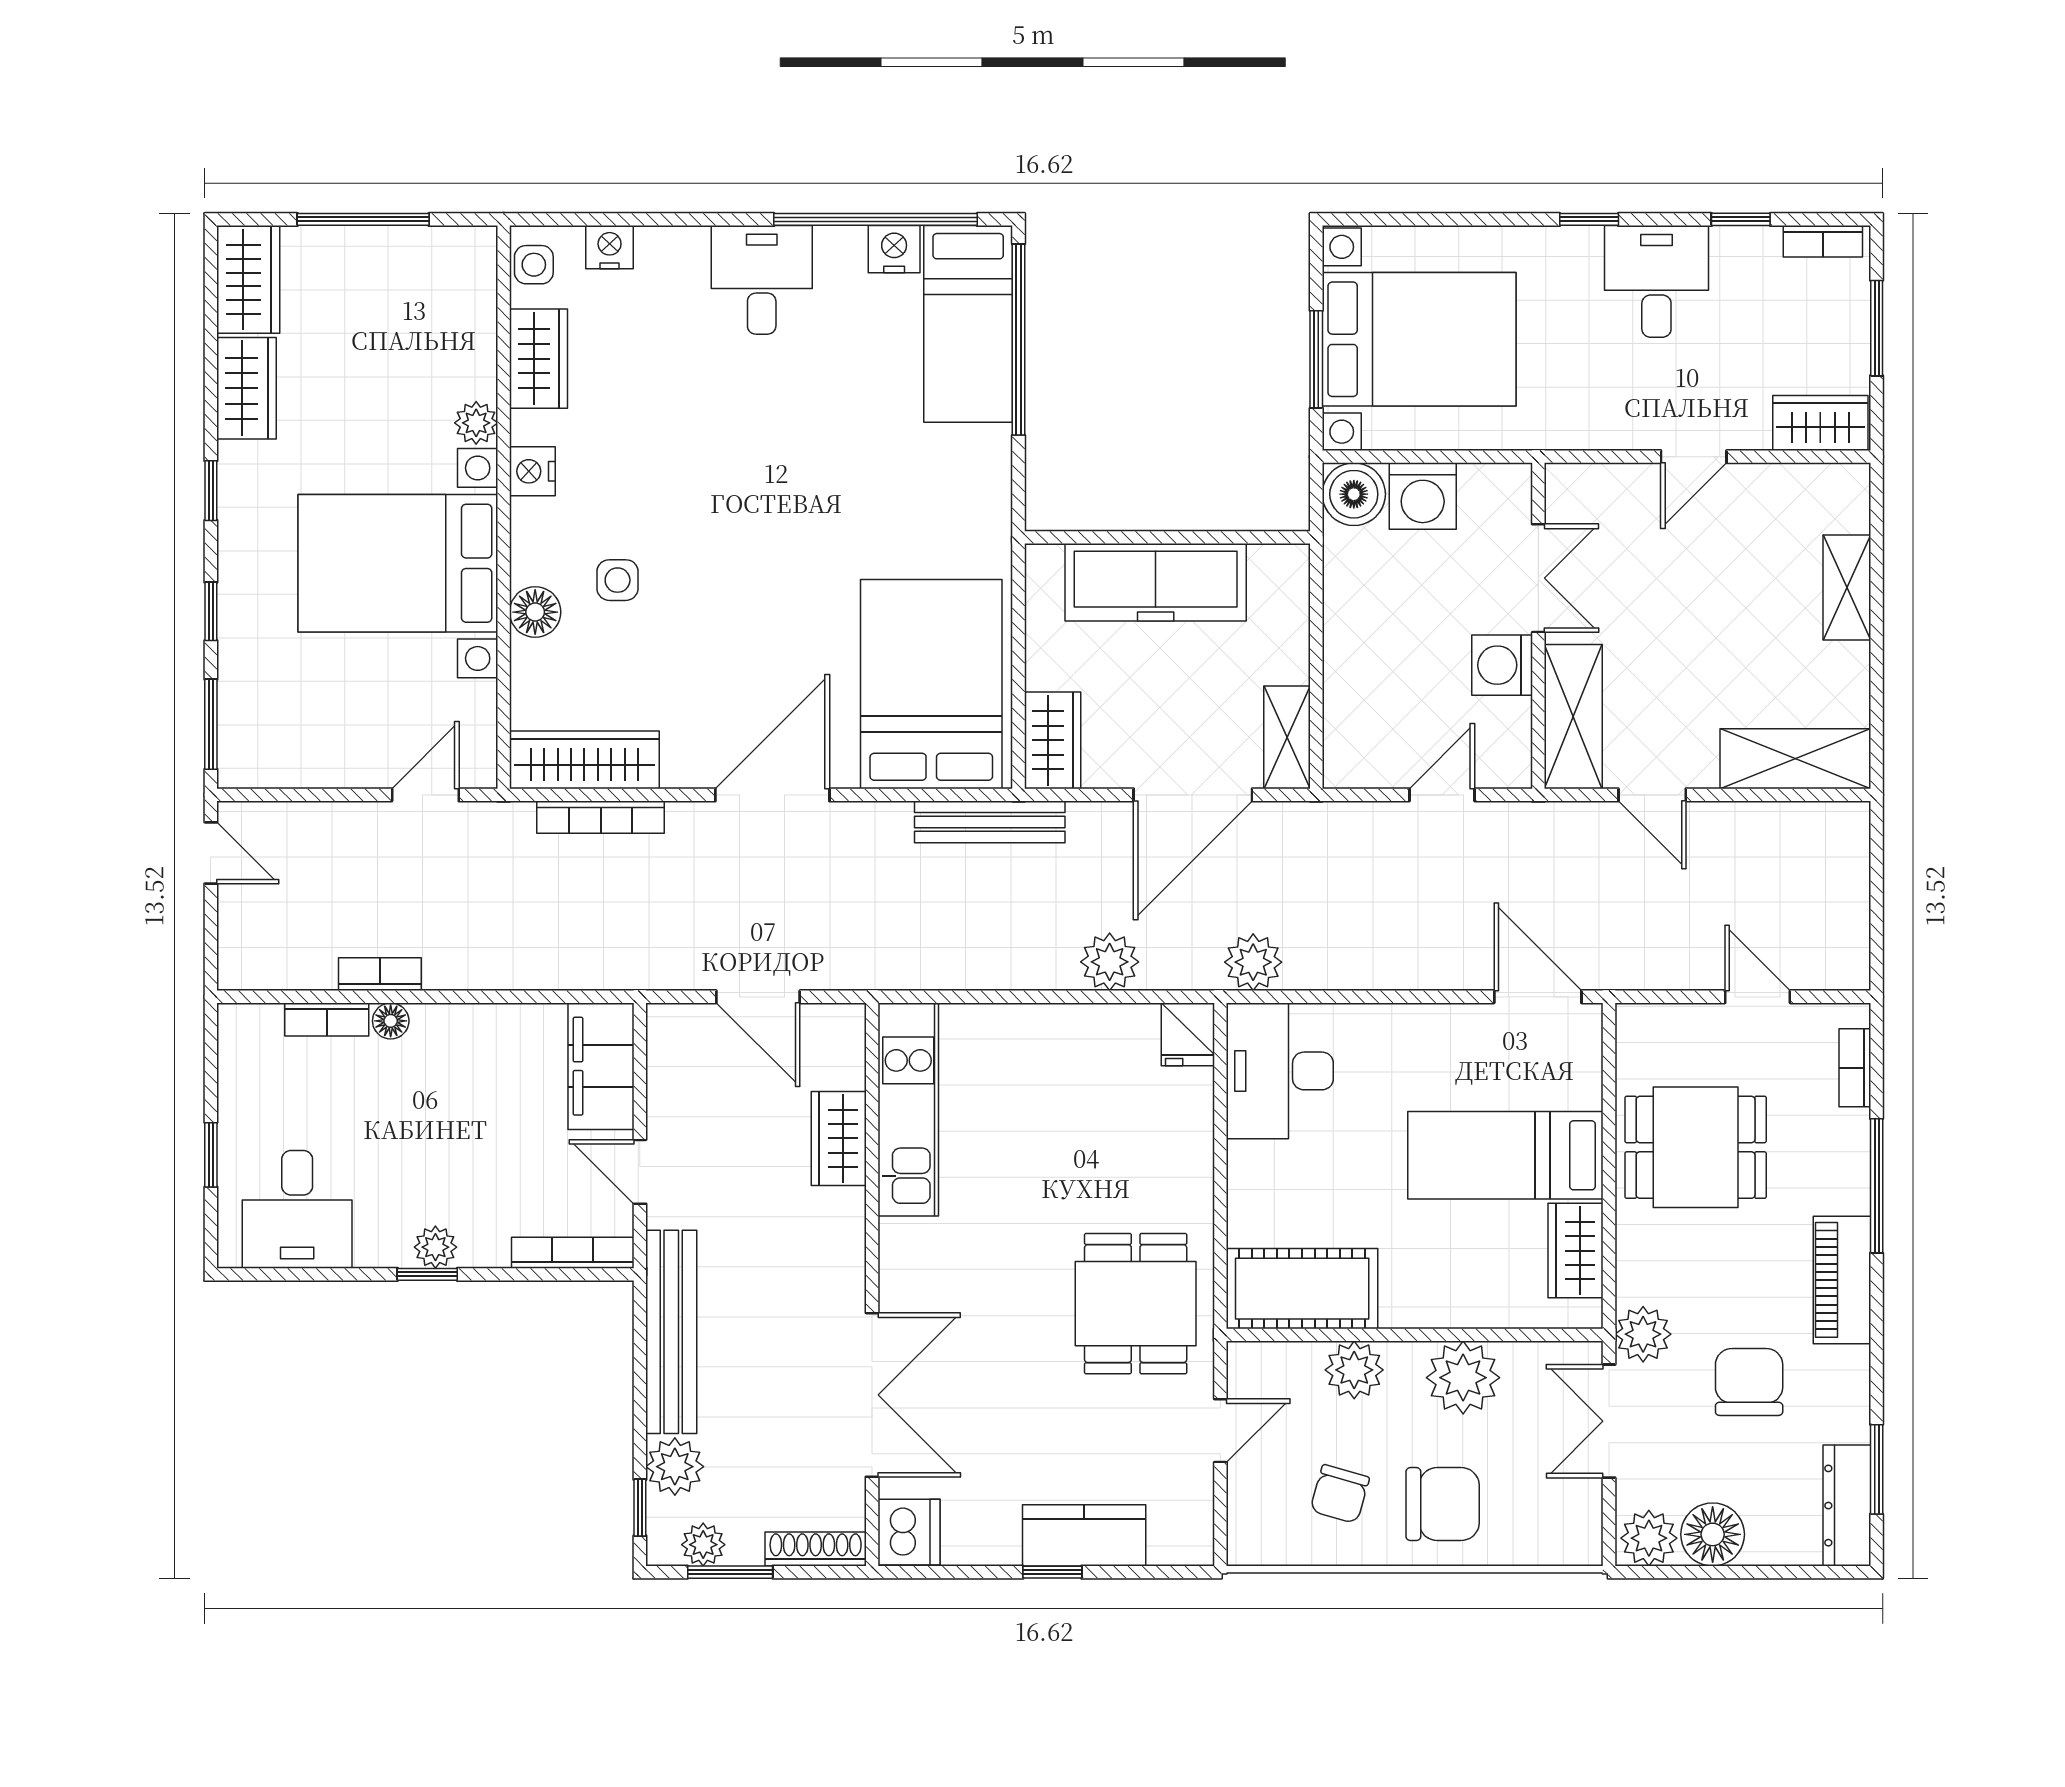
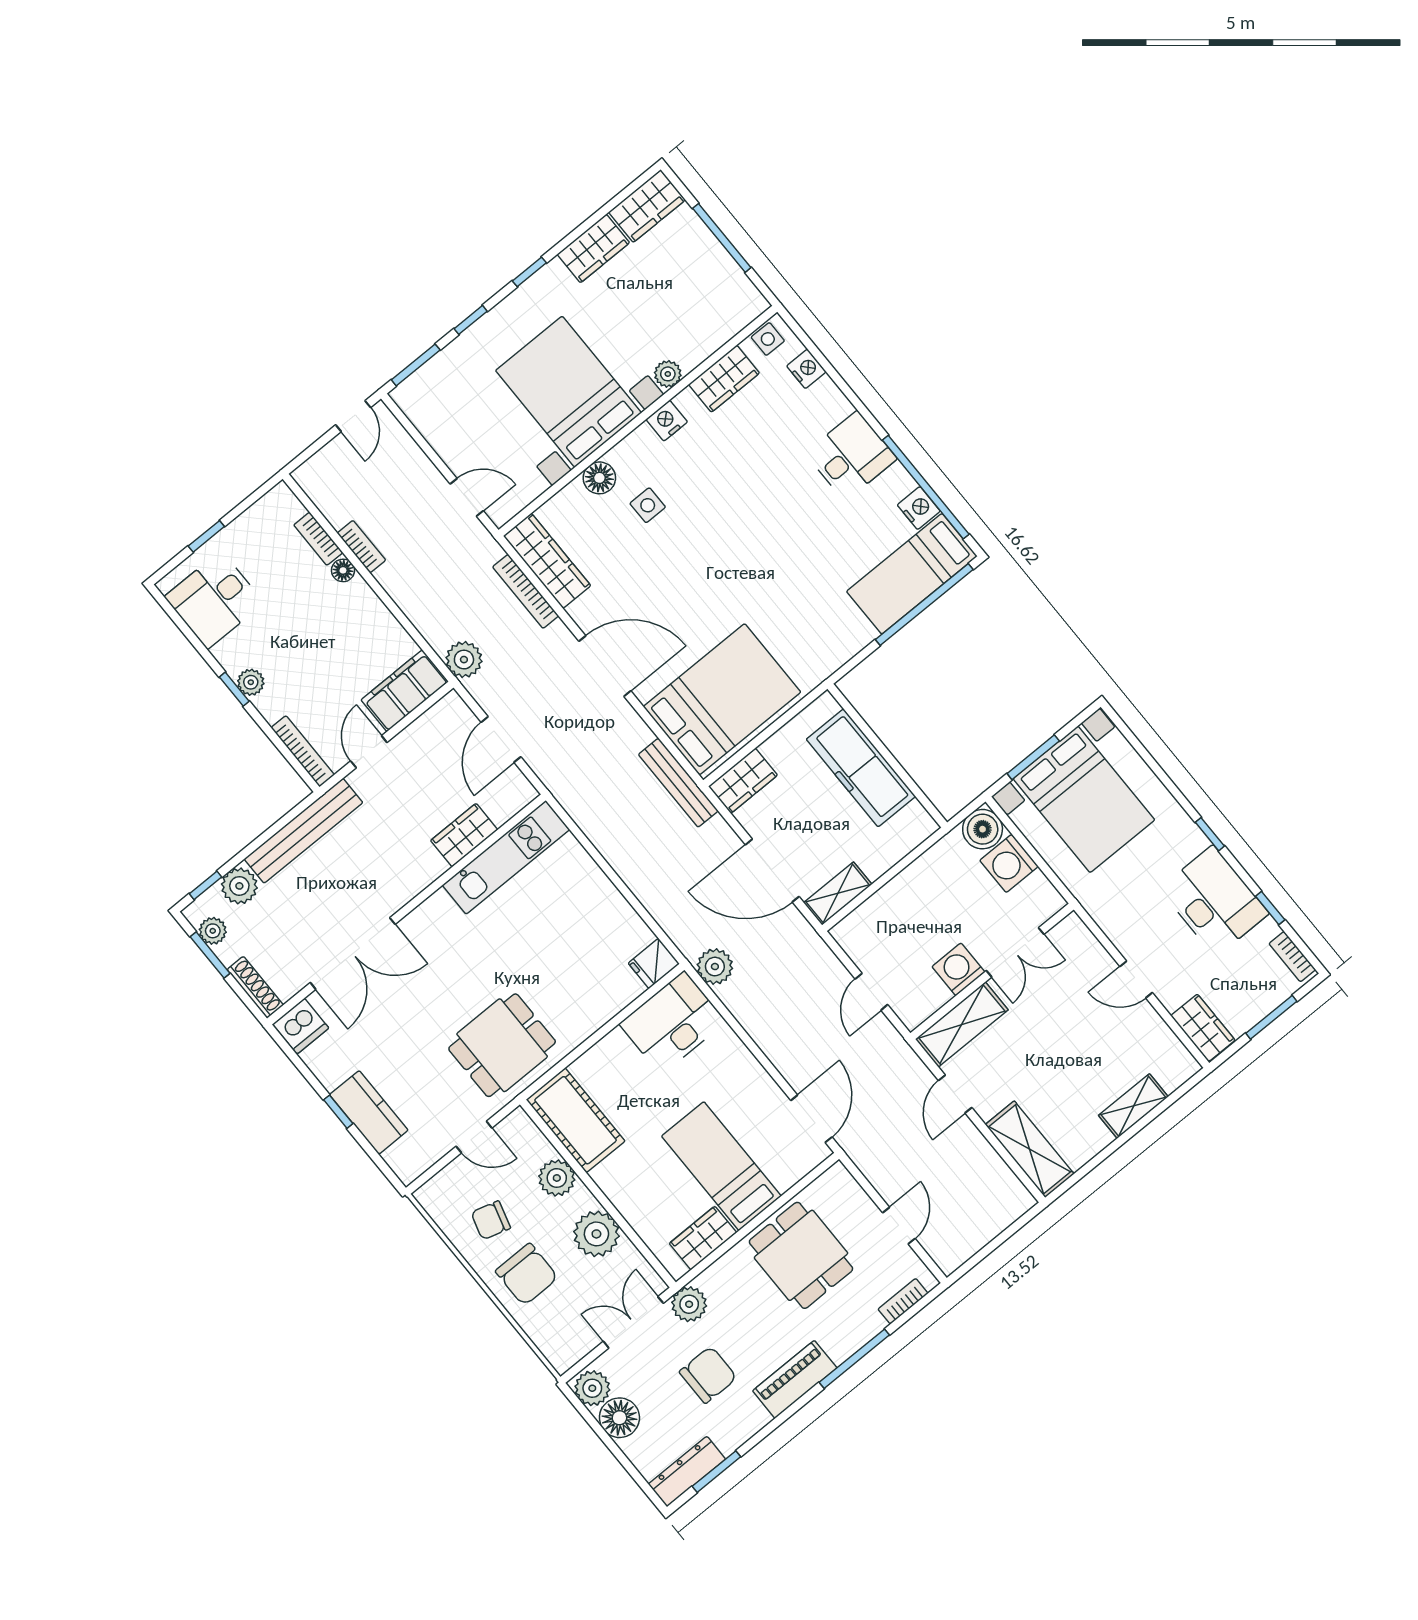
desk: (1656, 281) -> (1214, 901), width x1.37
door: (1442, 795) -> (871, 992), swing flipped
plant: (1110, 962) -> (464, 660), moved

